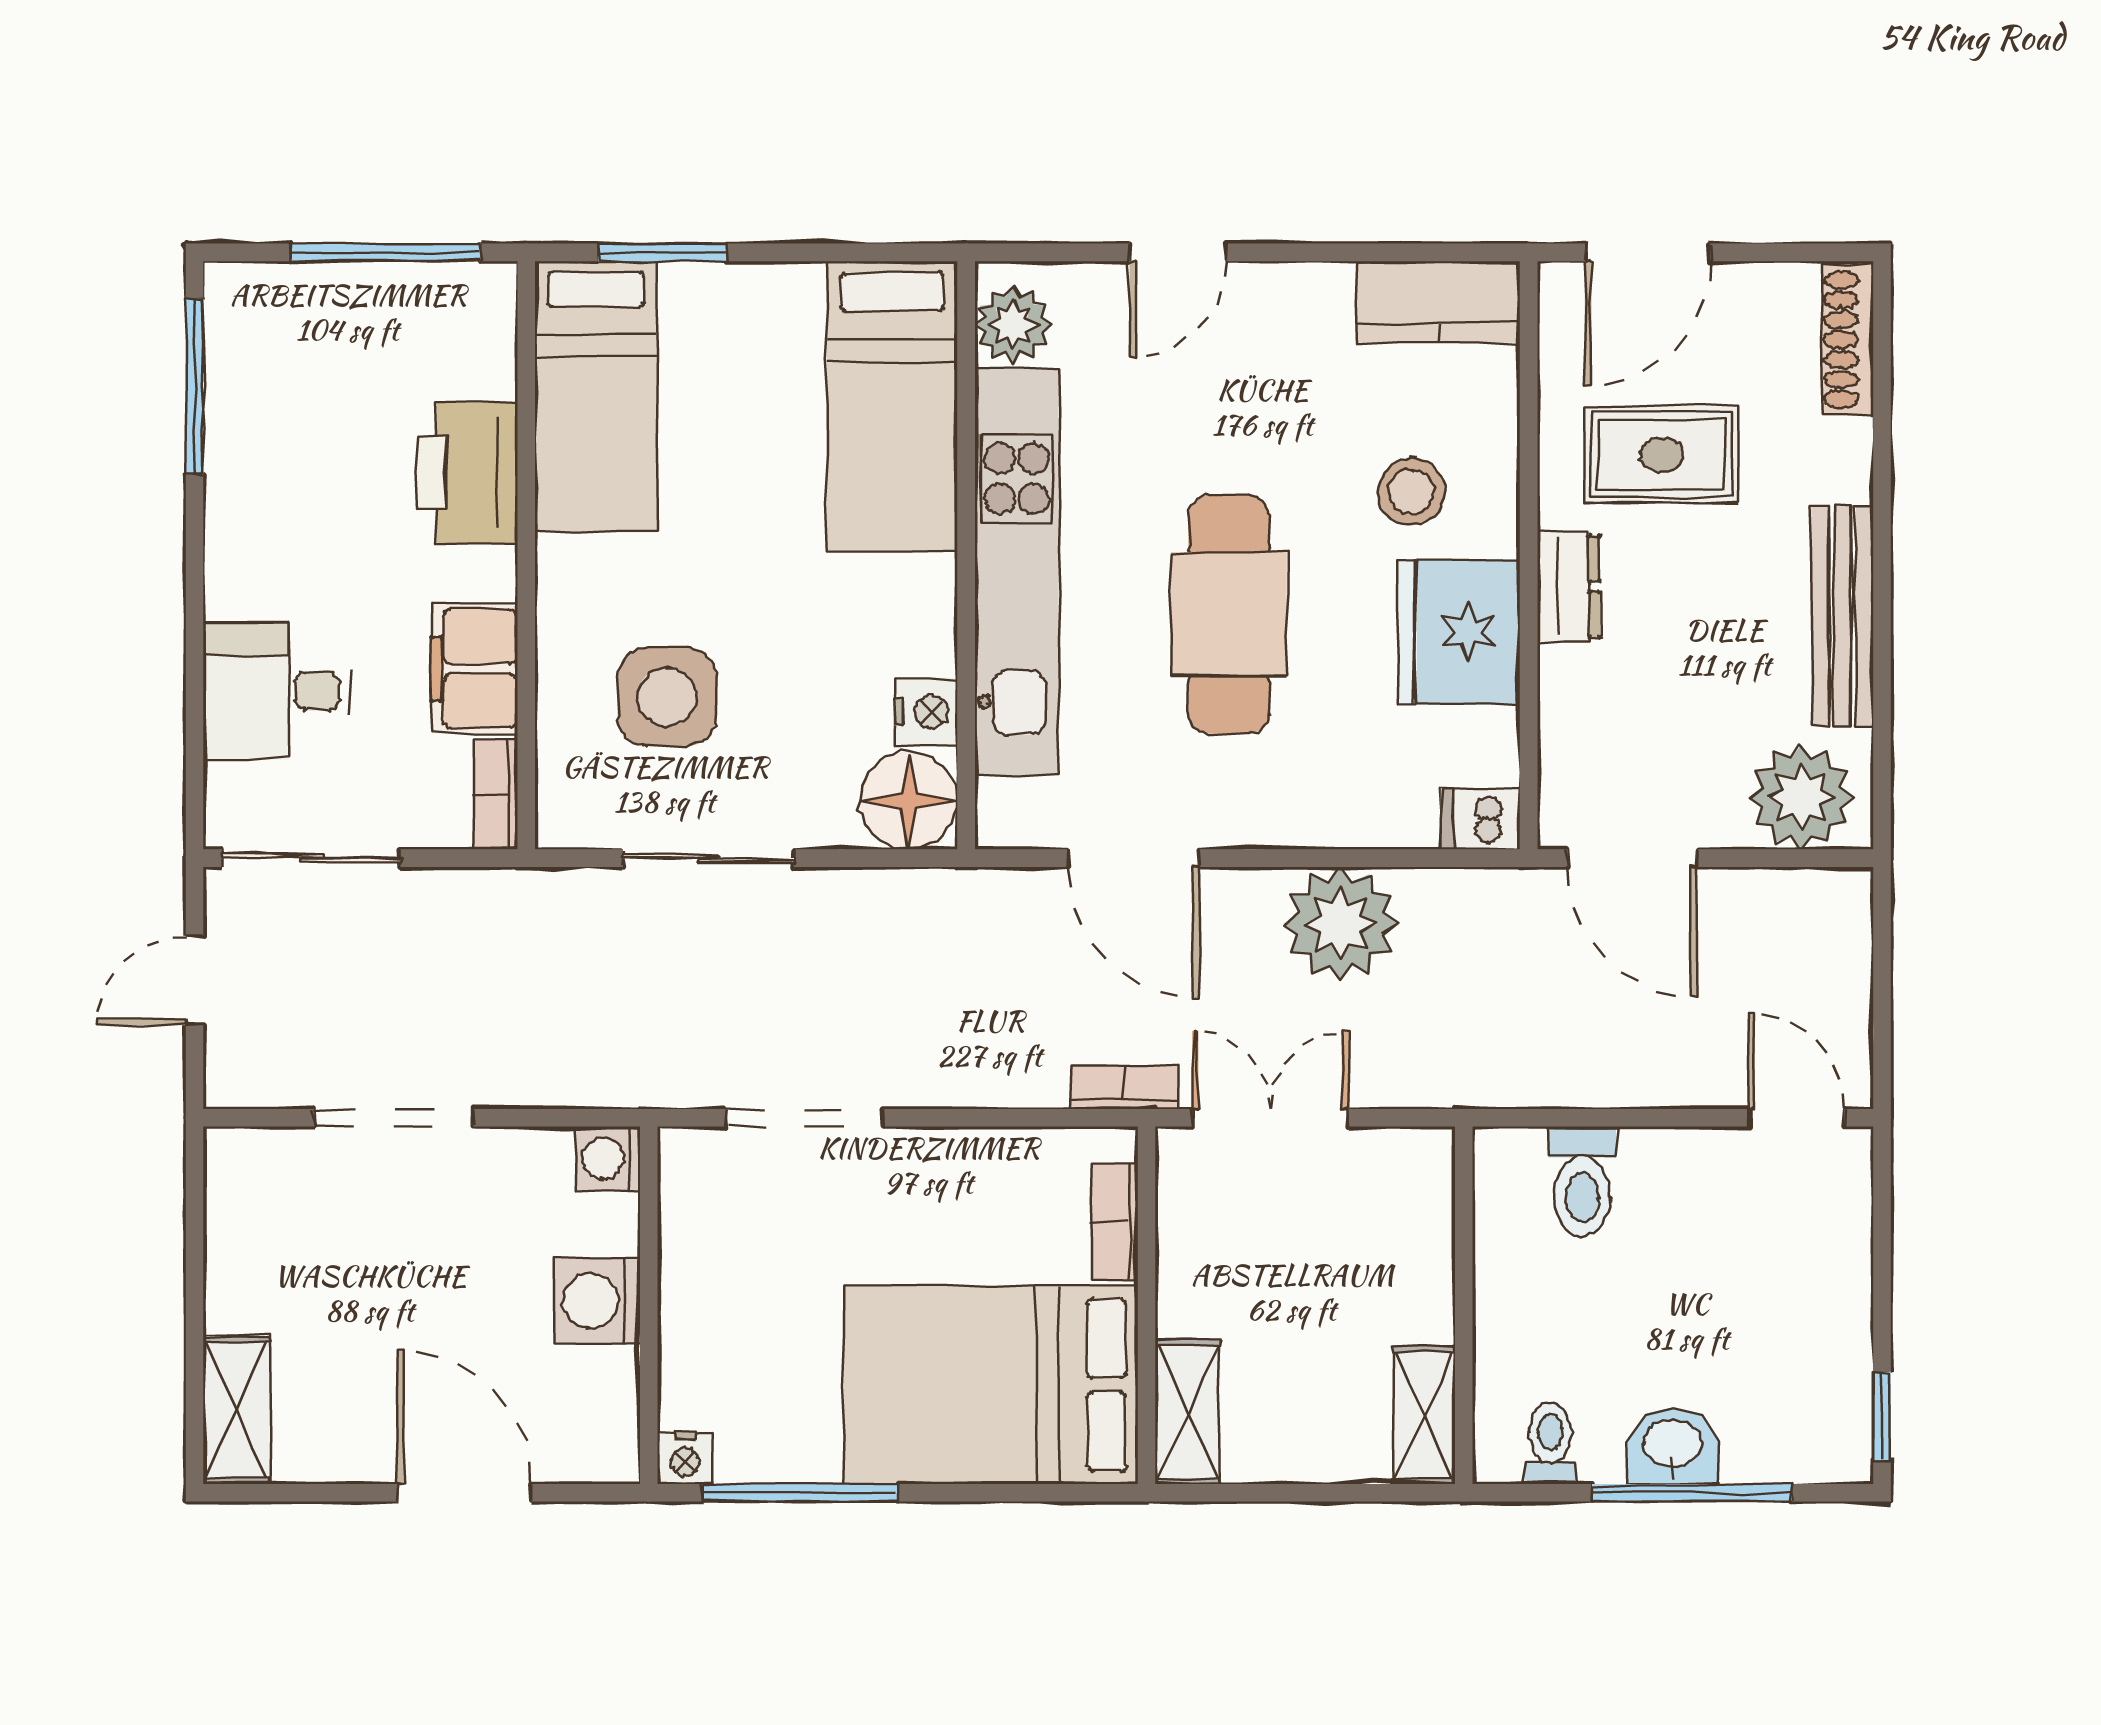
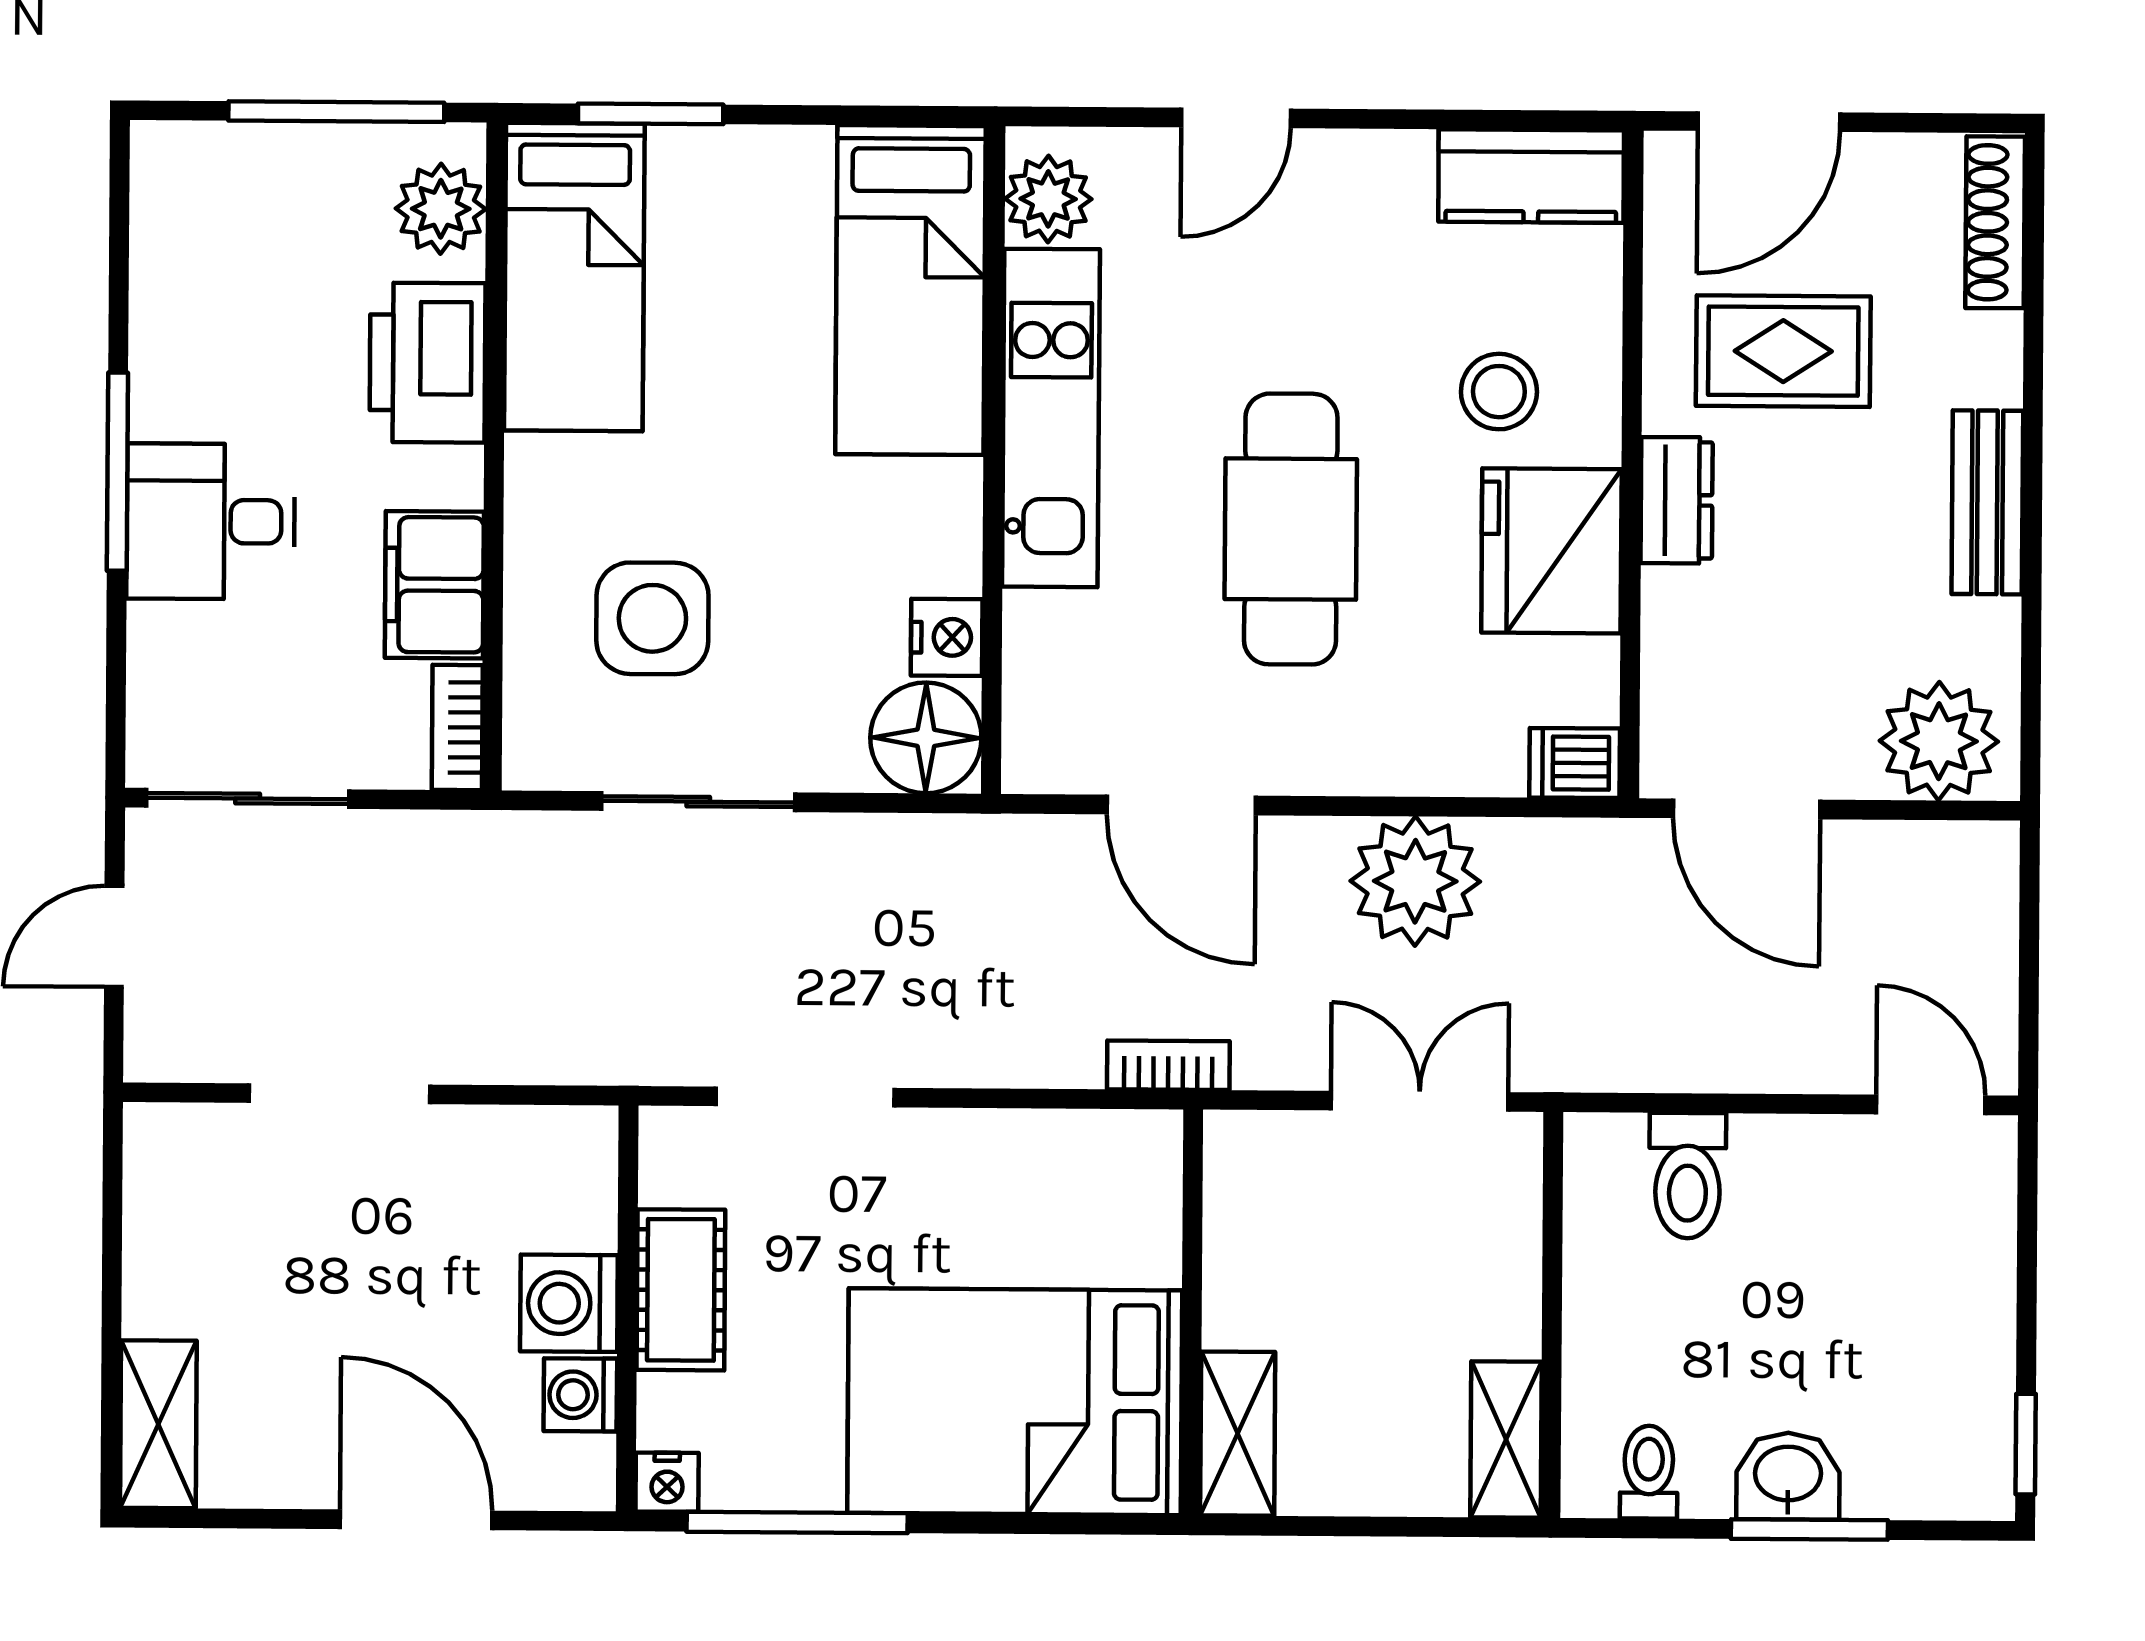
plant: (478, 337) -> (441, 209), added
window: (195, 386) -> (117, 472), moved
kitchen unit: (1017, 572) -> (1051, 418), width x0.73
bench: (1842, 616) -> (1987, 502), width x0.73
desk: (277, 691) -> (211, 521), moved
double door: (1270, 1118) -> (1420, 1101), moved
washing machine: (608, 1159) -> (580, 1395), moved
bookcase: (1114, 1222) -> (1156, 1217), removed
cot: (696, 1288) -> (681, 1290), added
window: (1692, 1493) -> (1809, 1530), width x0.69

